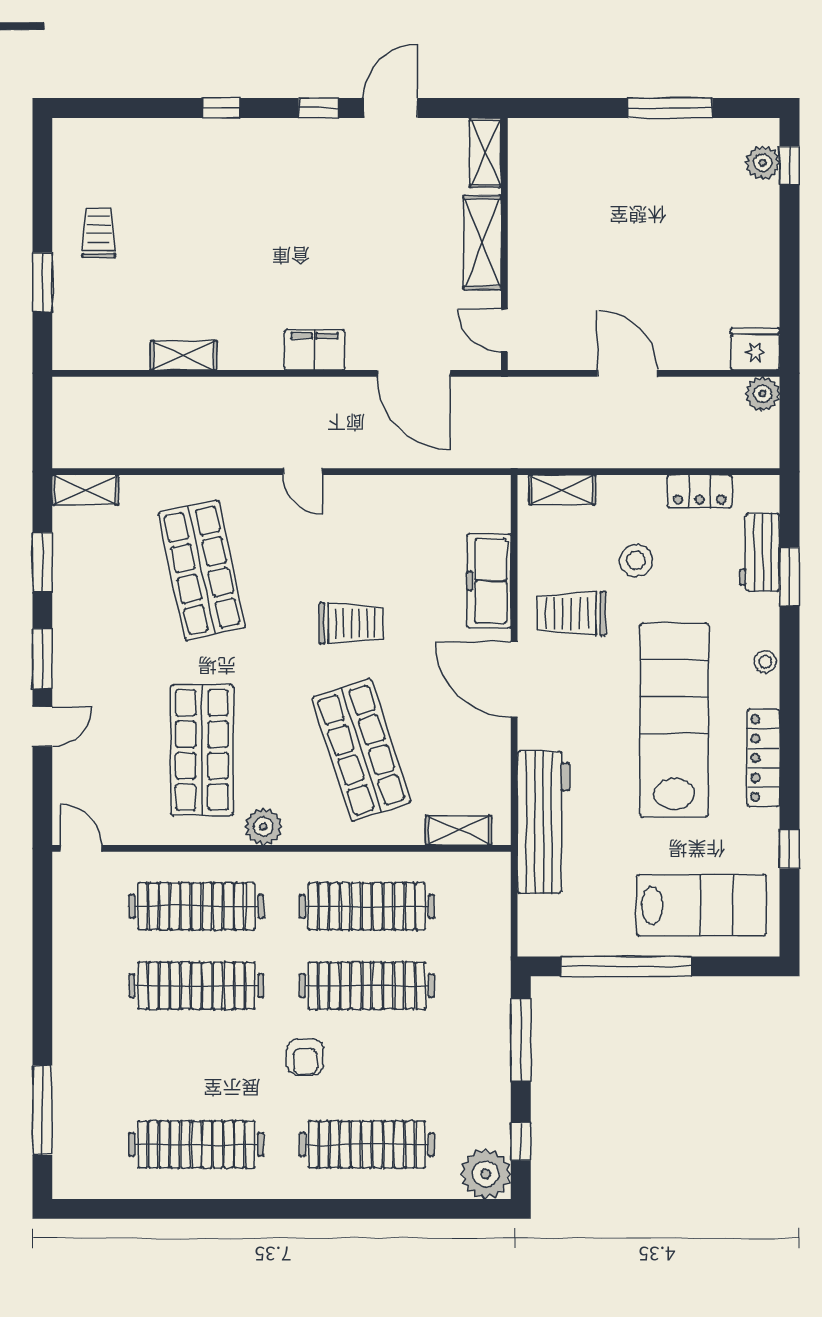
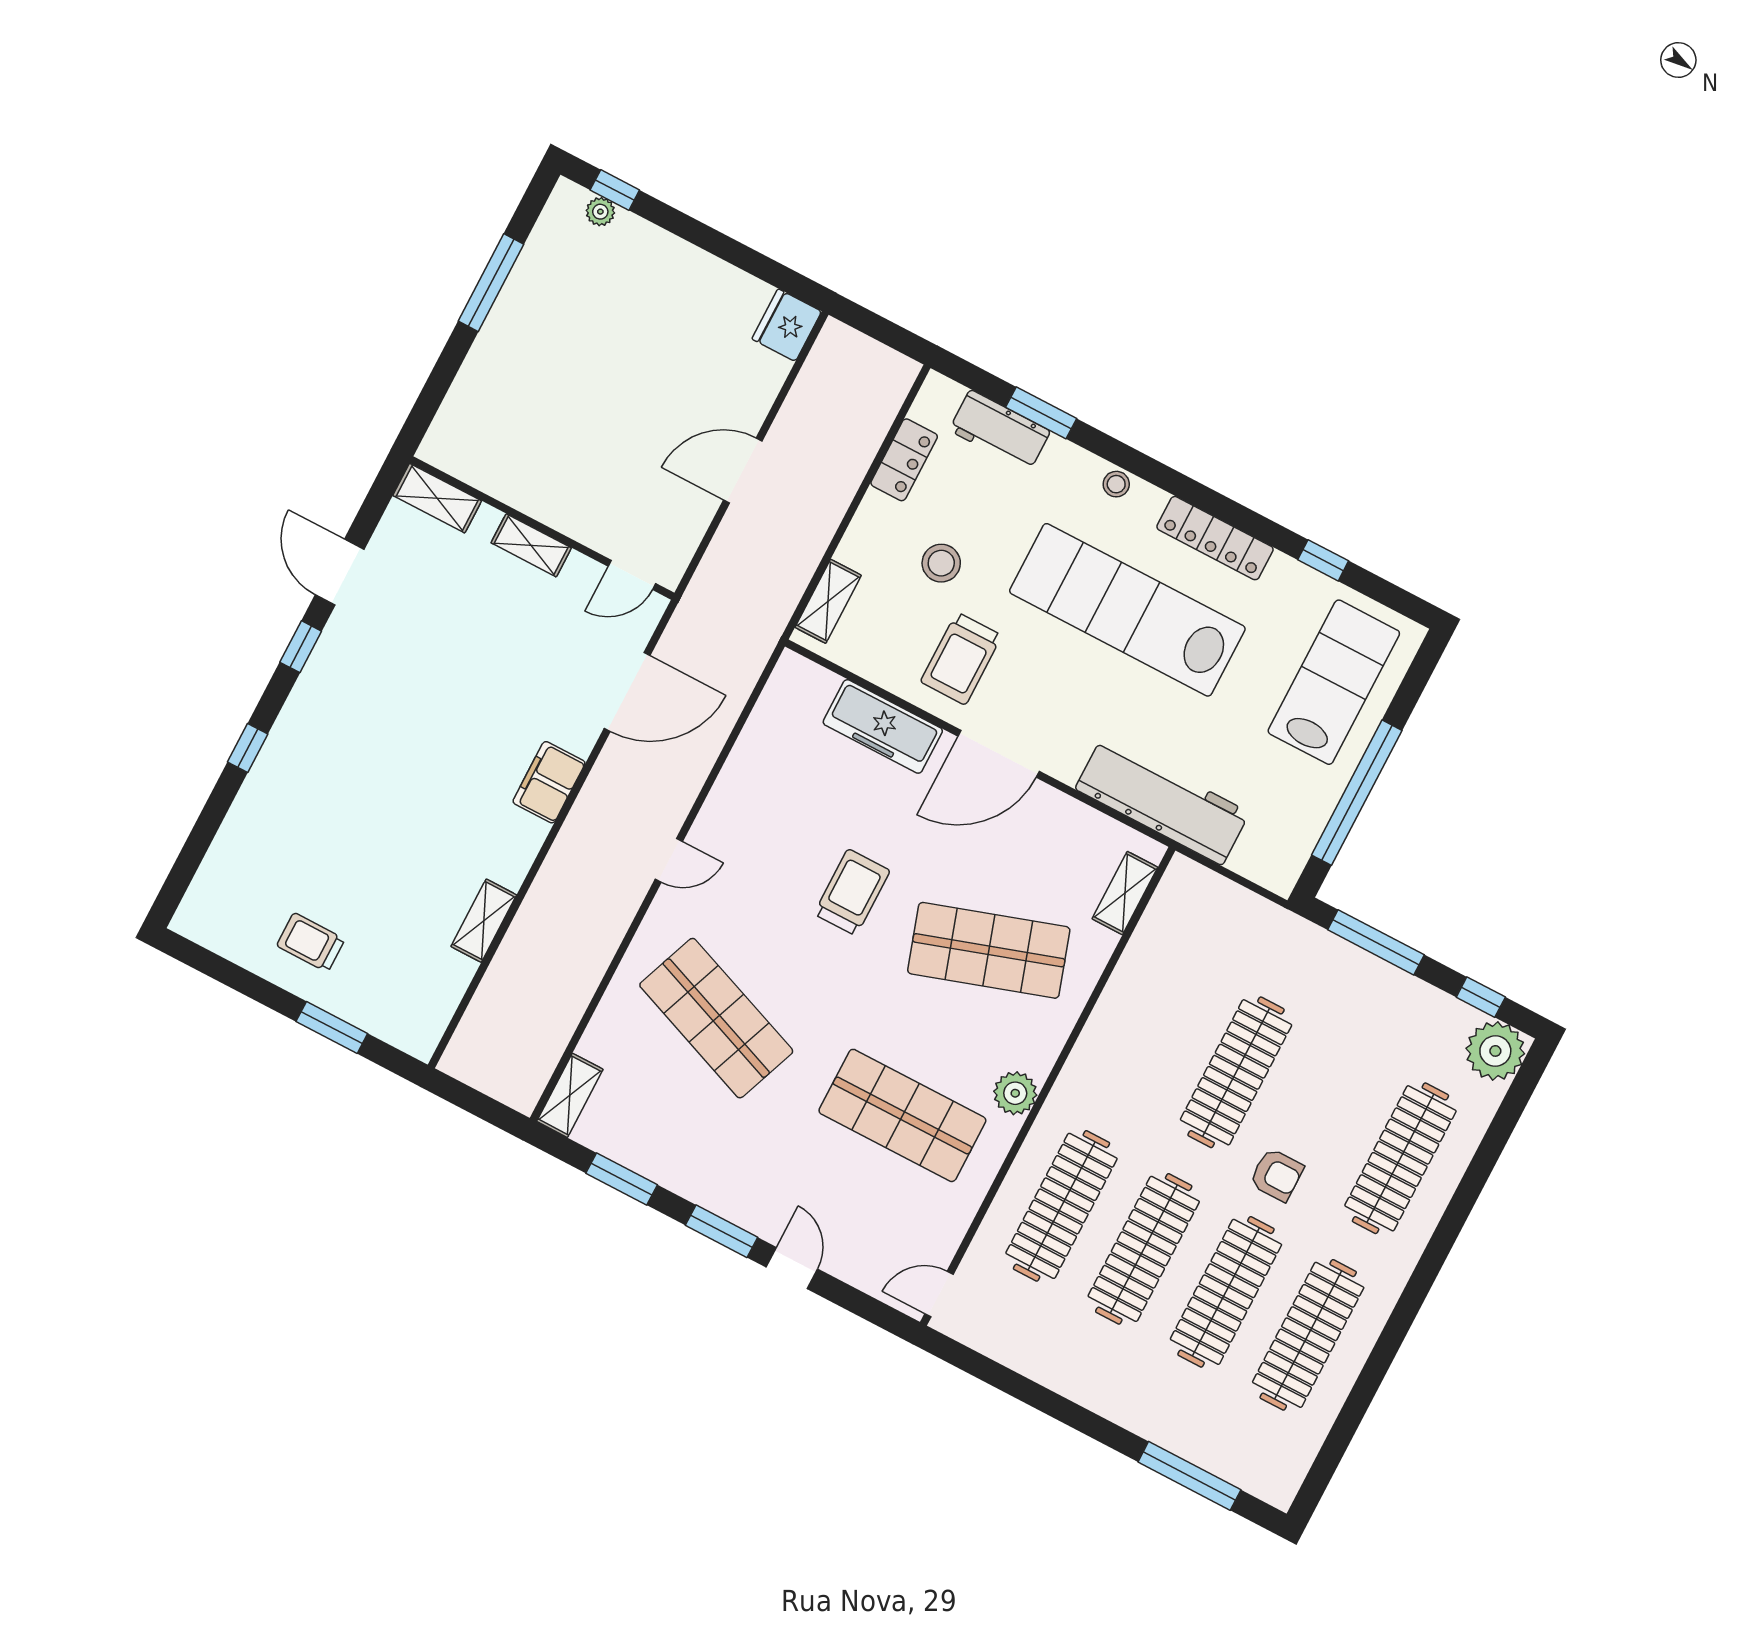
plant: (763, 163) -> (600, 212), width x0.73, depth x0.73
shelving: (482, 243) -> (531, 545), width x0.67, depth x0.75
plant: (763, 394) -> (837, 342), removed
shop shelf: (202, 570) -> (716, 1018), turned 33
clothes rail: (367, 906) -> (1226, 1292), moved

